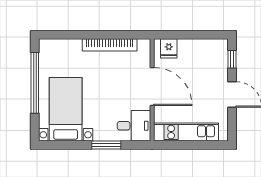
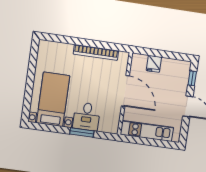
fridge: (169, 48) -> (154, 64), moved
window: (35, 83) -> (31, 75), removed
desk: (134, 126) -> (87, 116), moved, turned 90

